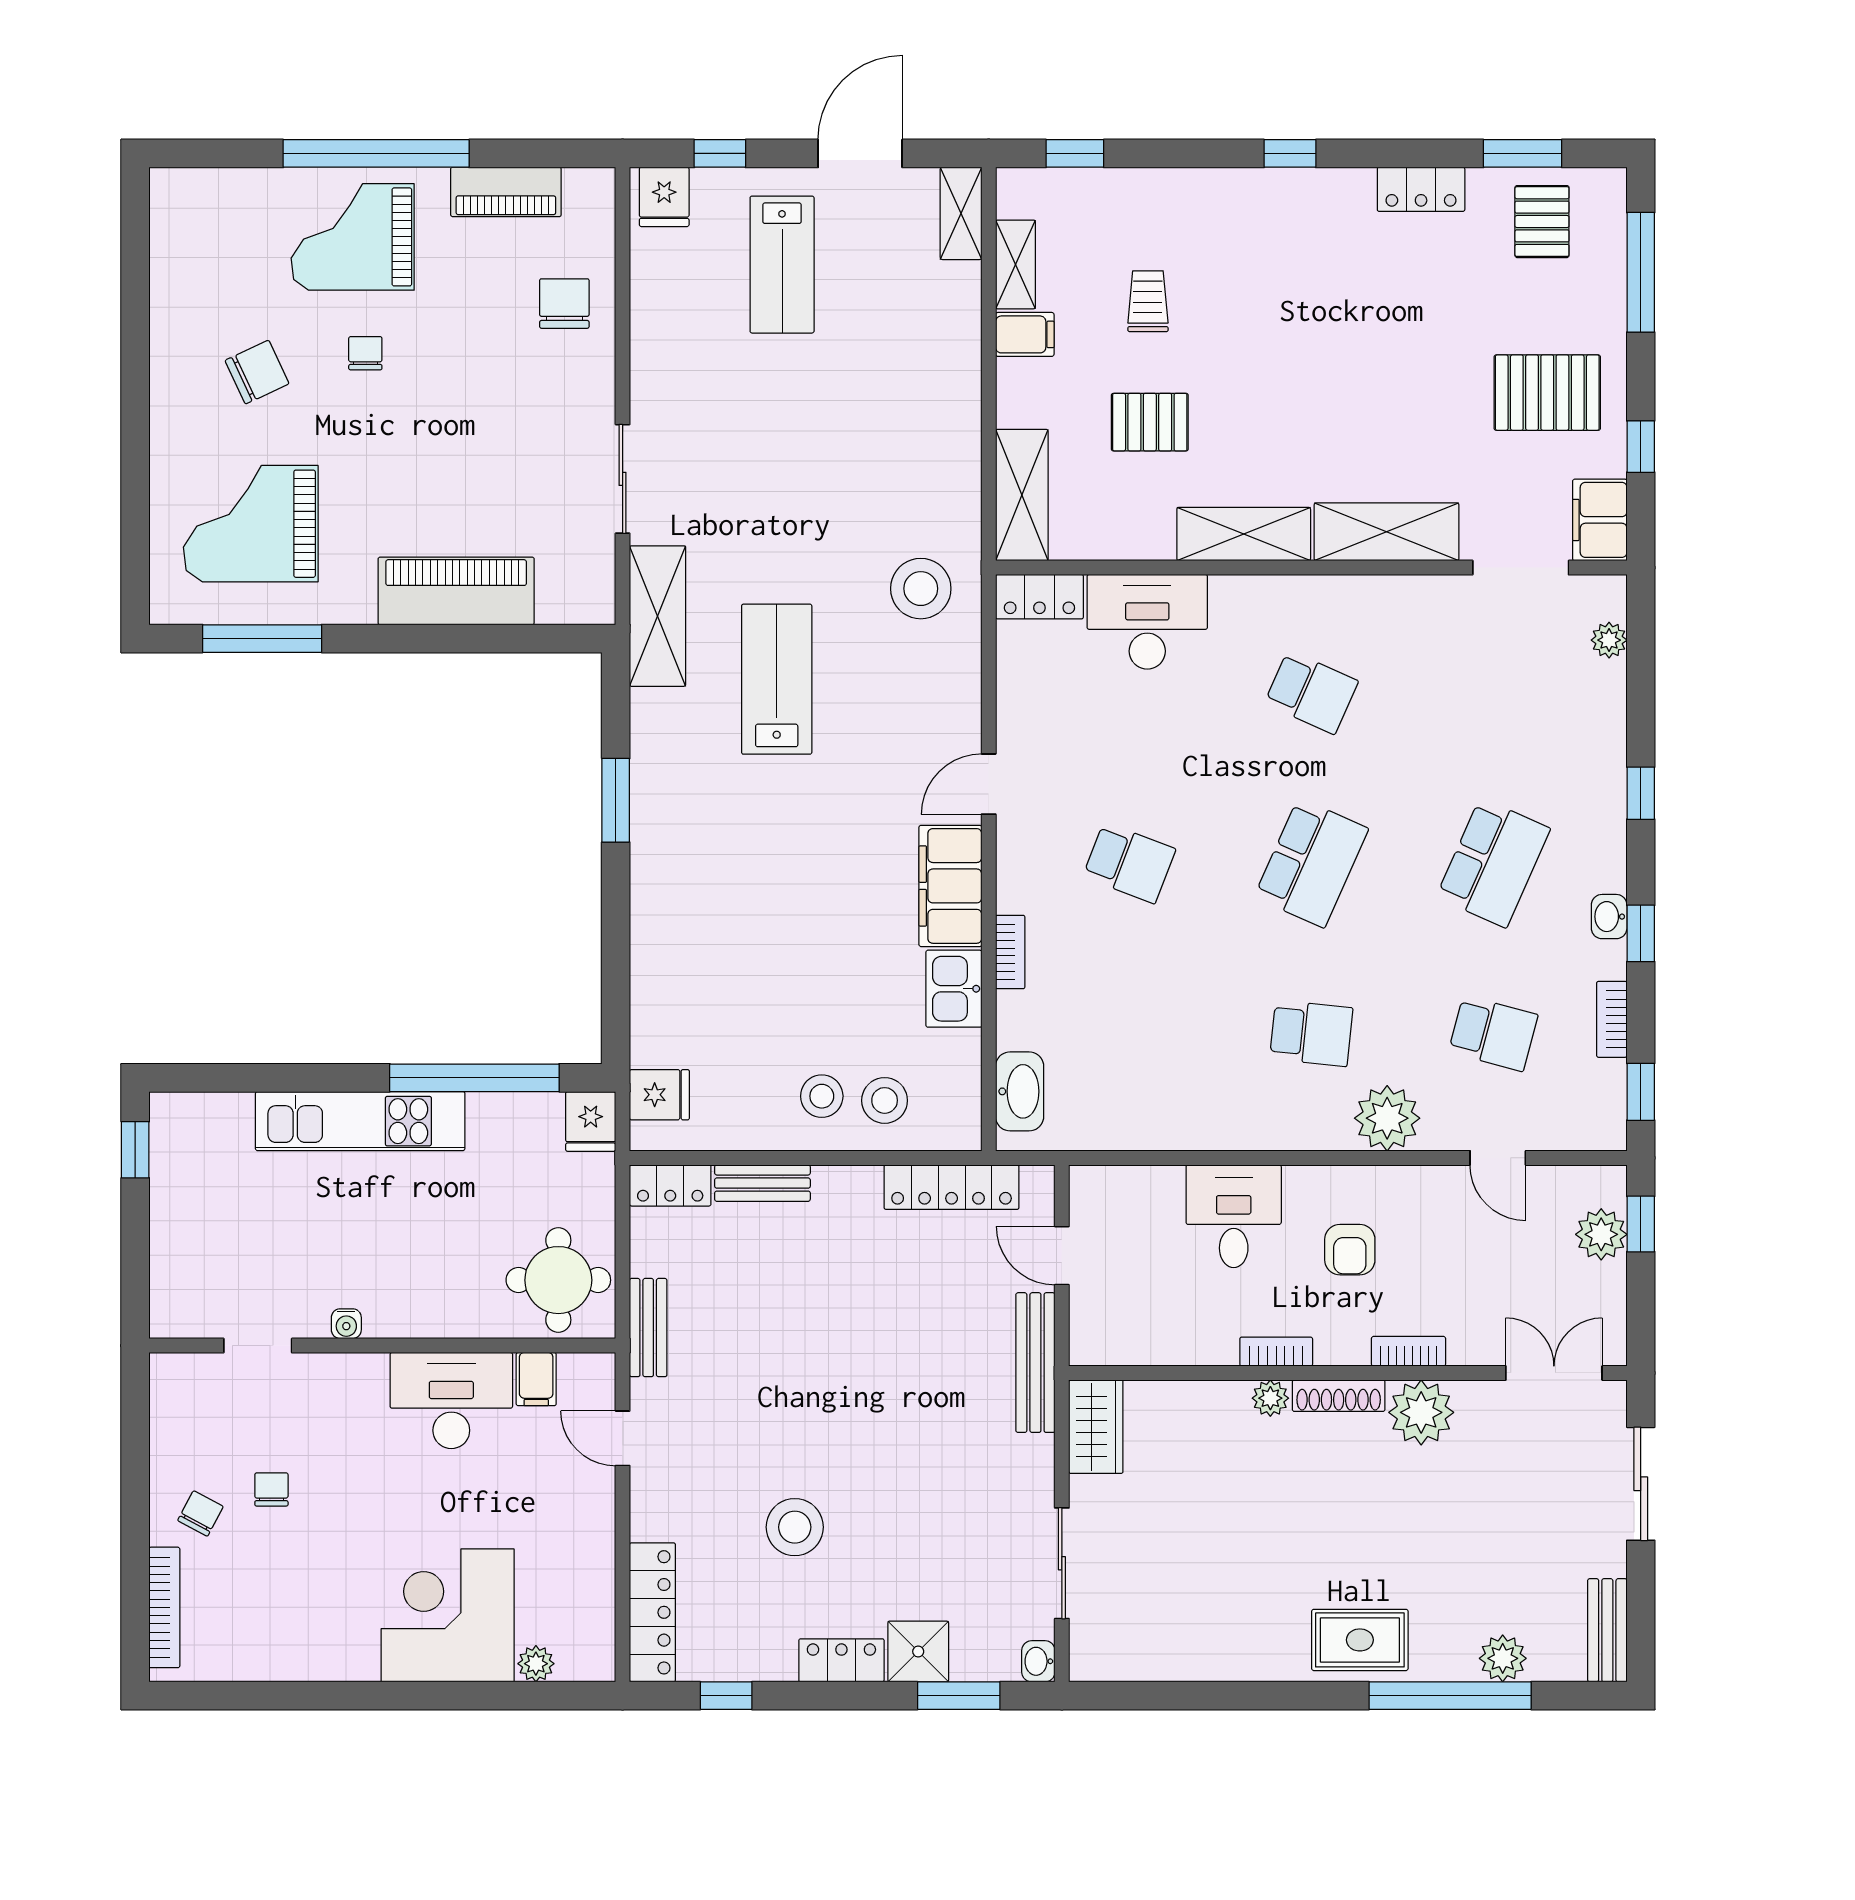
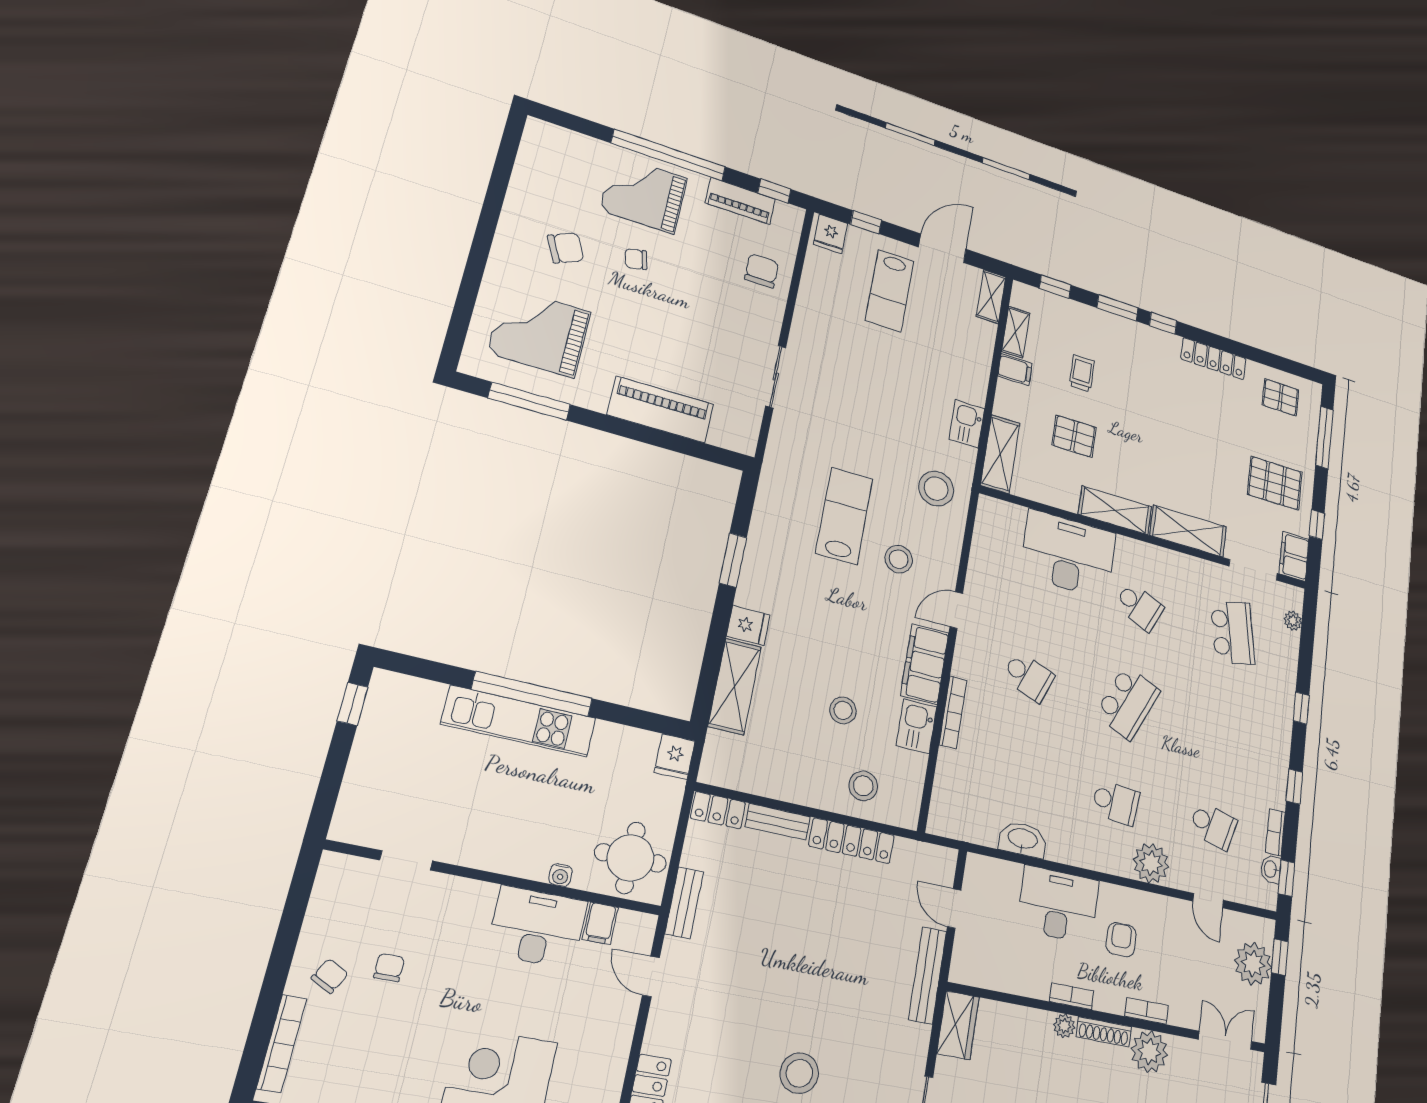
window: (557, 153) -> (774, 191), added
window: (1523, 153) -> (1117, 308), moved
locker: (1421, 189) -> (1214, 359), width x1.53
pallet: (1542, 222) -> (1281, 397), turned 90
chair: (365, 353) -> (636, 259), turned -103
kitchen sink: (955, 460) -> (967, 424), added
locker: (1039, 597) -> (1001, 512), removed
shelving: (658, 616) -> (735, 686), moved
desk: (1147, 622) -> (1068, 554), width x1.36, depth x1.30
stool: (878, 726) -> (899, 559), added
school desk: (1493, 863) -> (1233, 633), moved, turned -36
washbasin: (1609, 917) -> (1271, 869), moved
bookcase: (1010, 952) -> (953, 712), width x1.56
window: (474, 1078) -> (532, 694), moved
washbasin: (1020, 1091) -> (1023, 839), moved, turned -90
fridge: (659, 1095) -> (748, 625), moved
stool: (822, 1096) -> (843, 710), moved
locker: (952, 1187) -> (852, 841), moved
desk: (1234, 1216) -> (1058, 905), width x1.37
plant: (1601, 1234) -> (1253, 964), width x1.36, depth x1.36
armchair: (1350, 1250) -> (1121, 940), turned 180
water cooler: (346, 1324) -> (560, 875), moved
stool: (795, 1527) -> (799, 1073), moved

